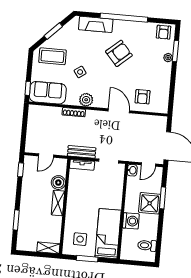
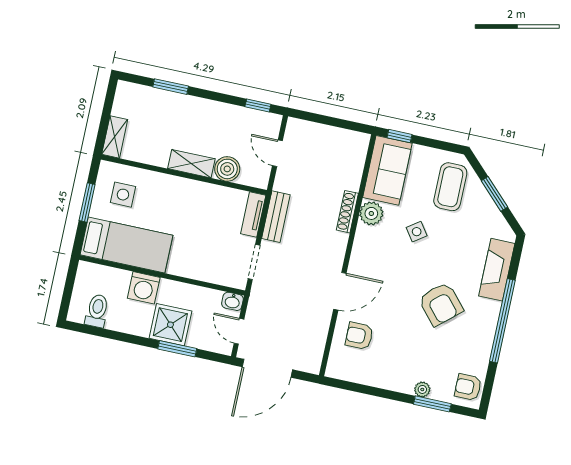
plant: (86, 100) -> (371, 213), moved

